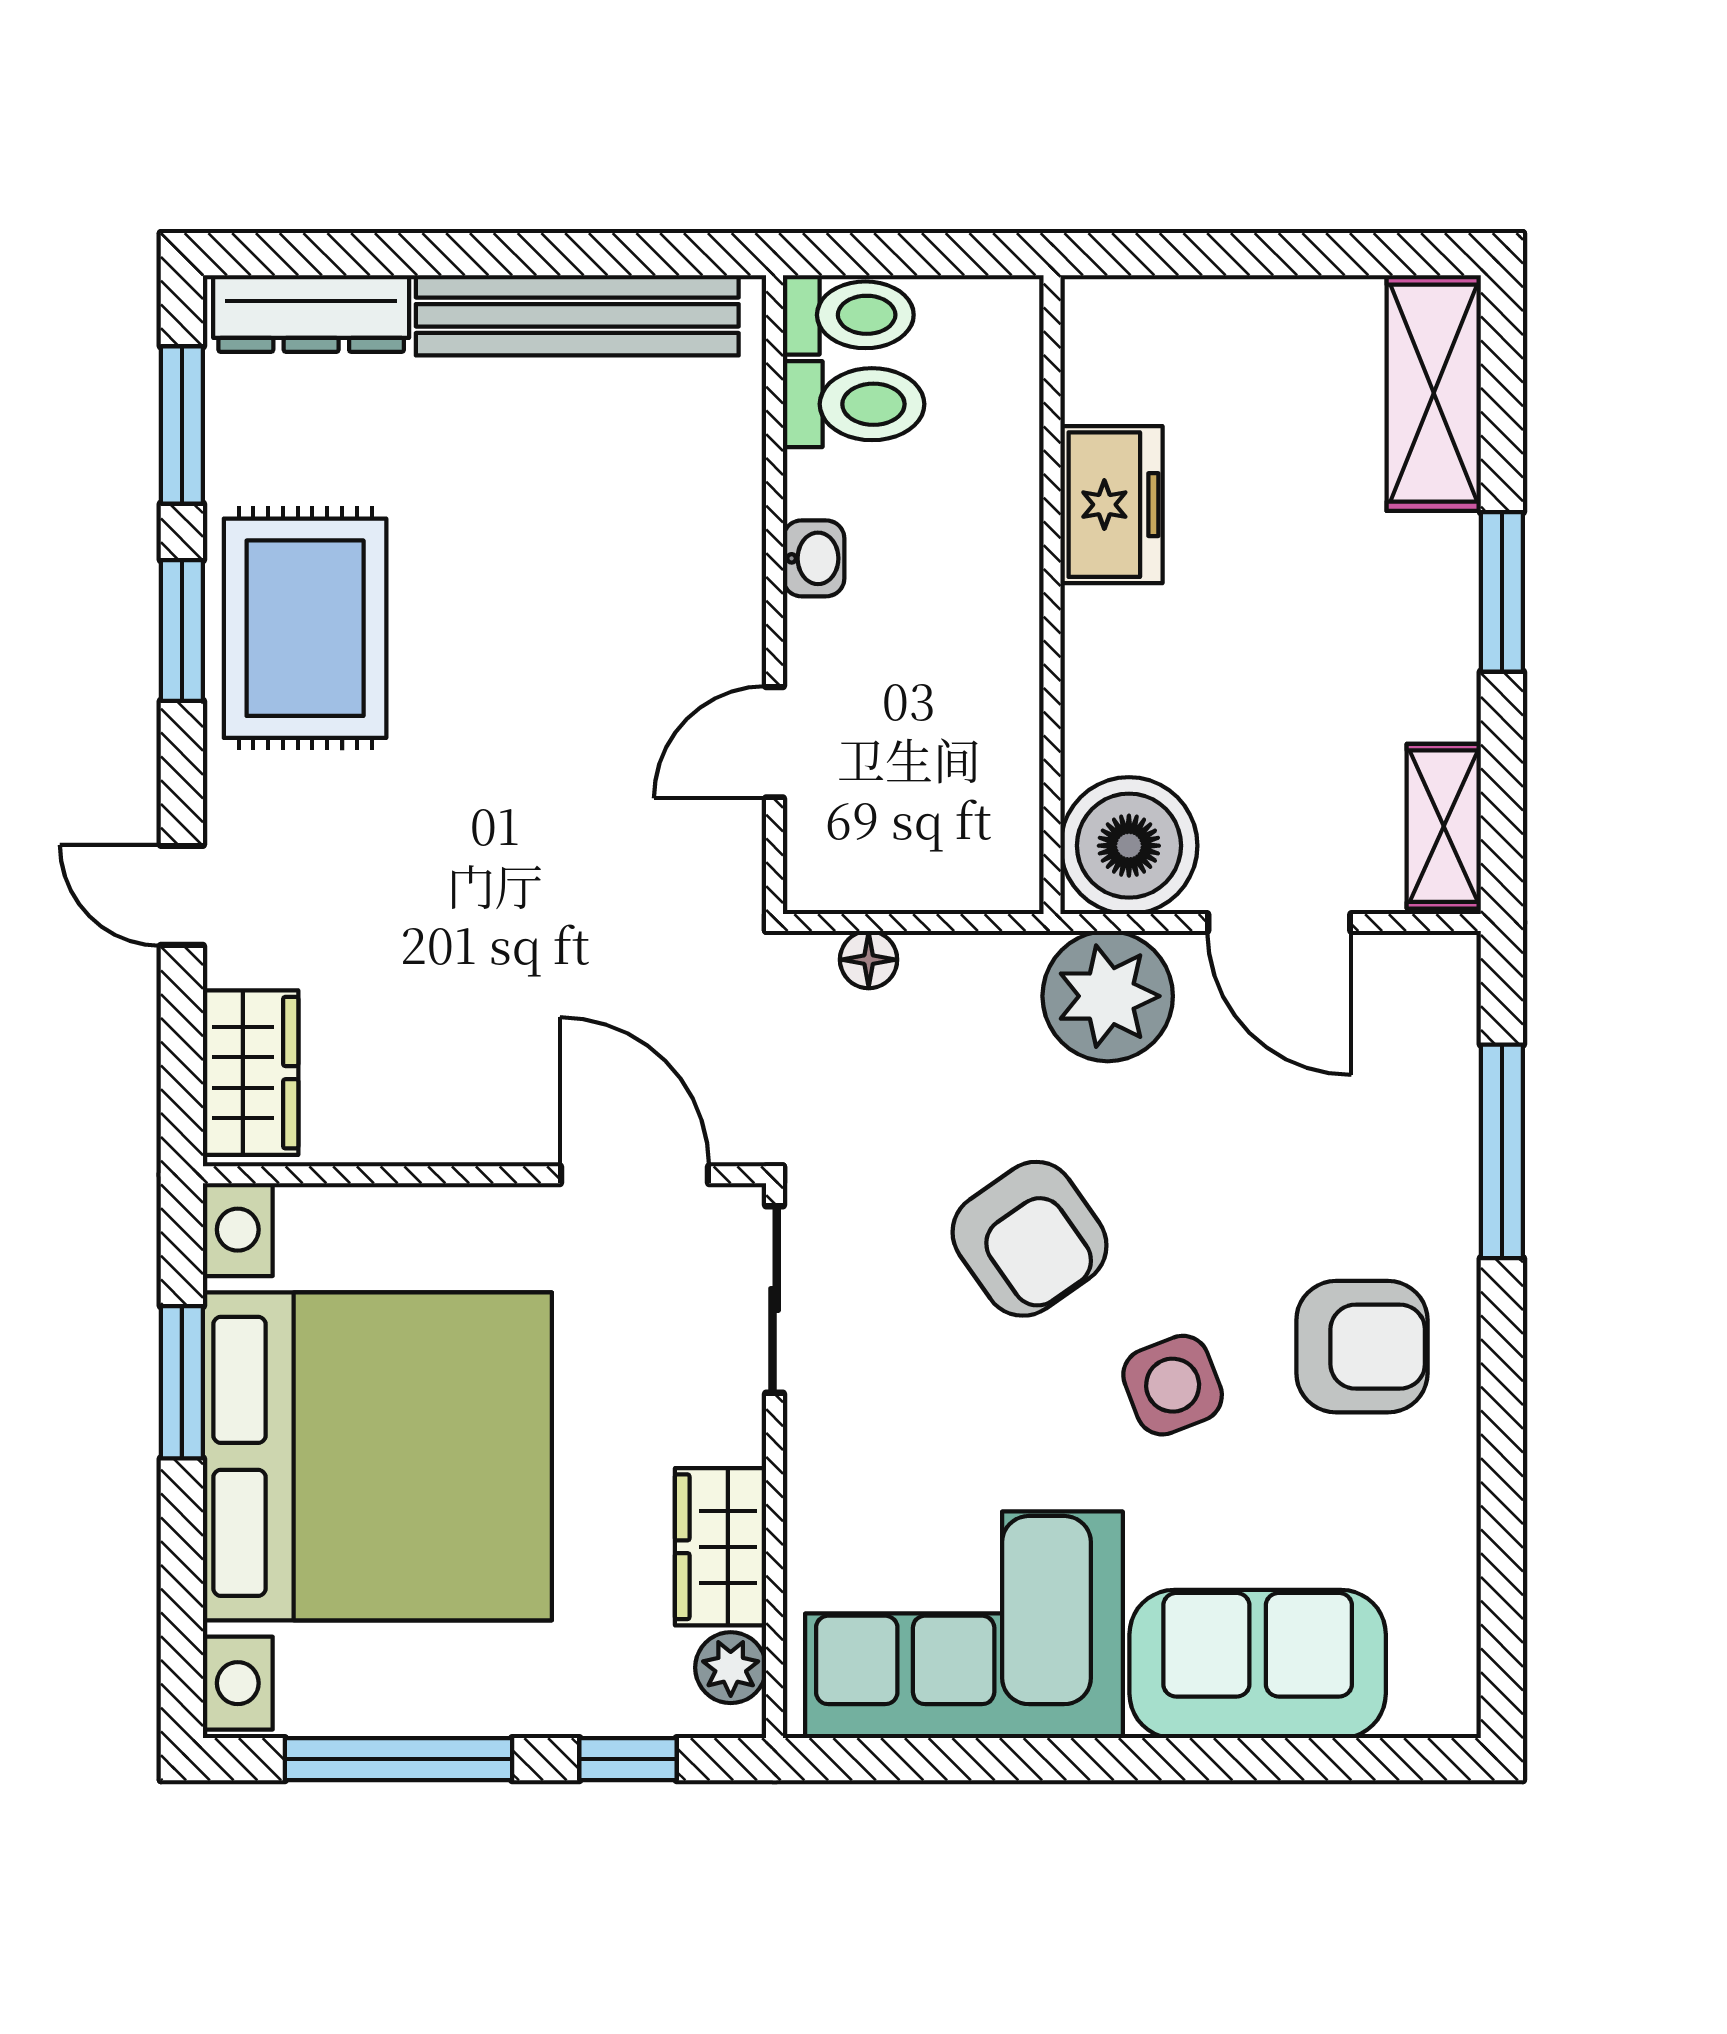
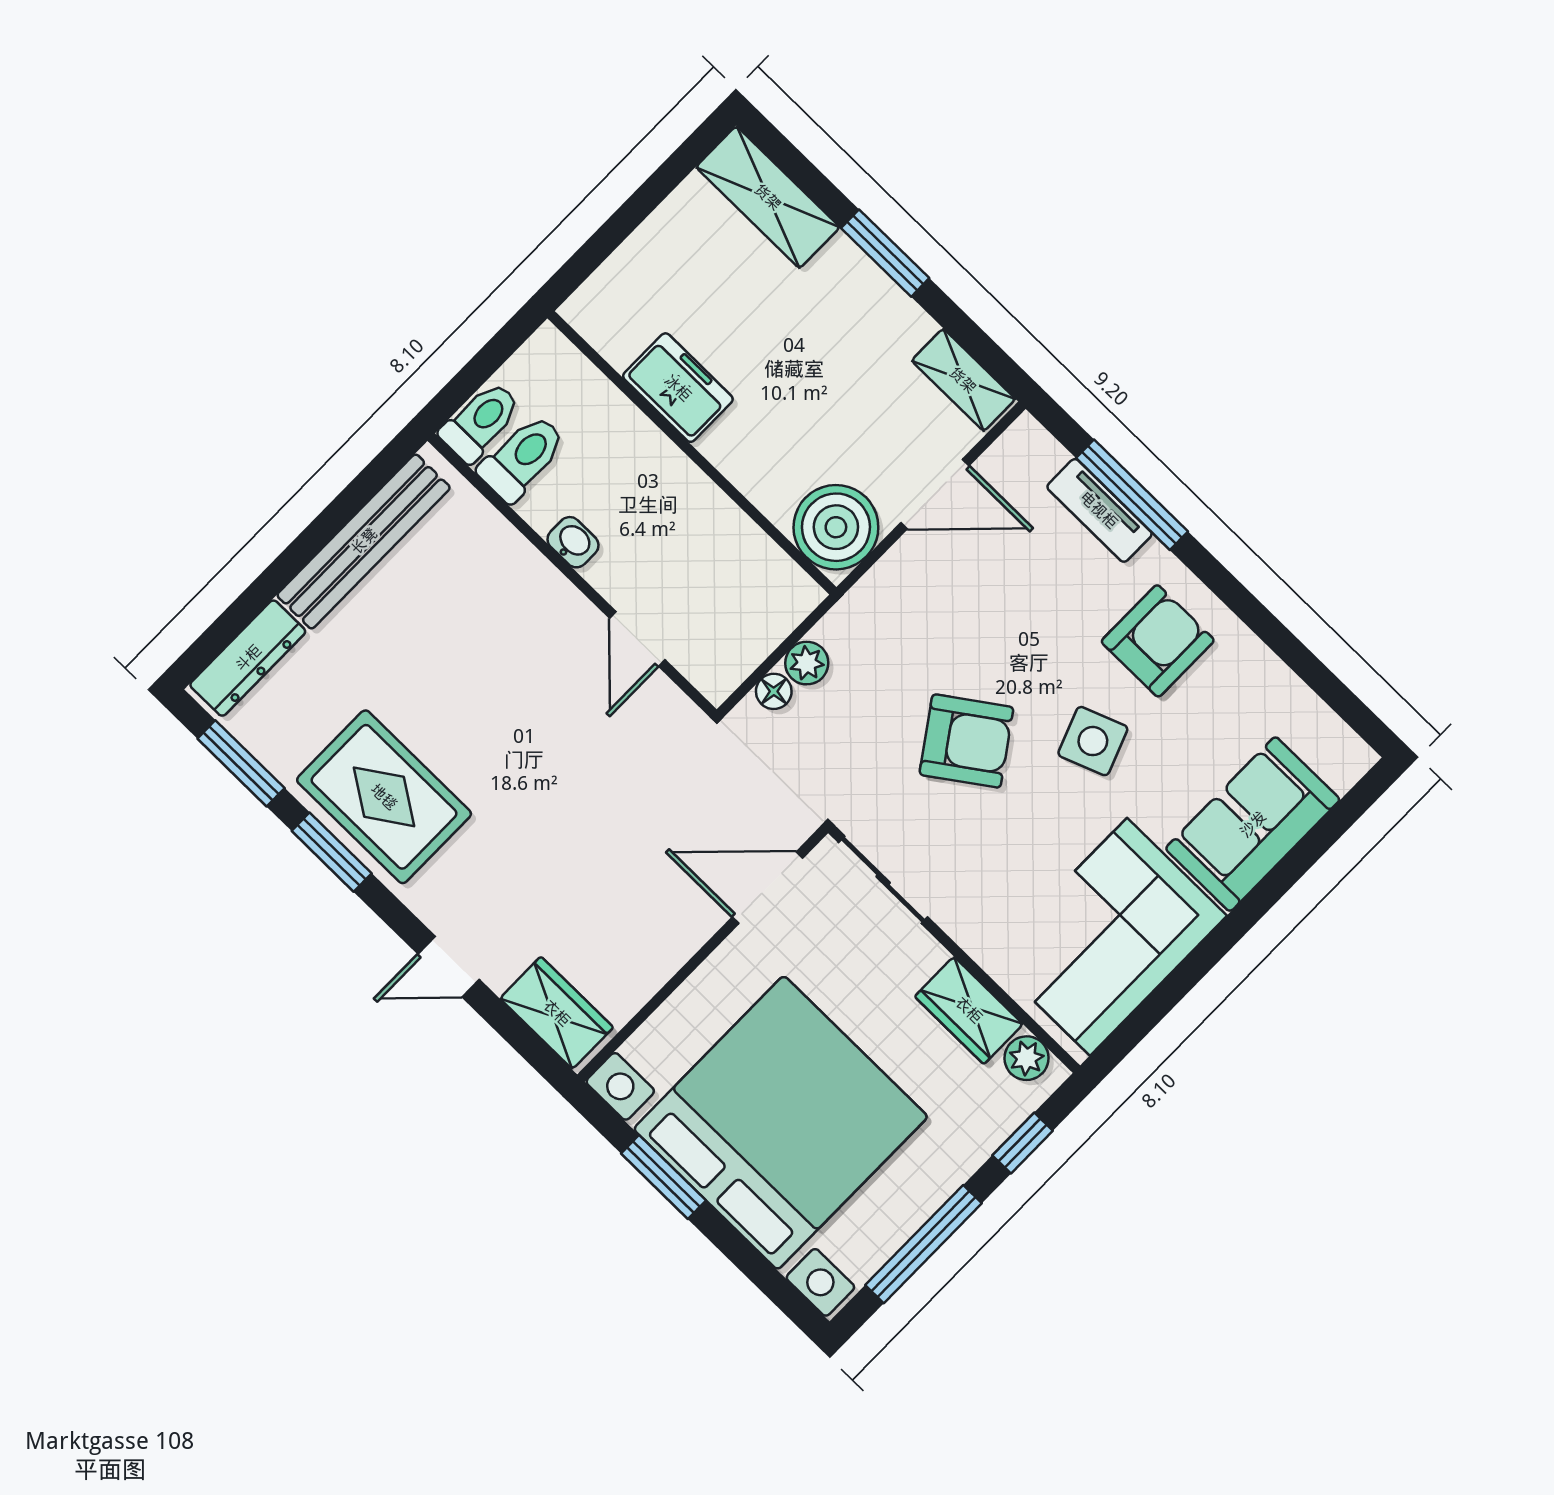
plant: (1108, 996) -> (807, 663), moved, width x0.53, depth x0.53
tv unit: (1447, 1132) -> (1099, 510), added

